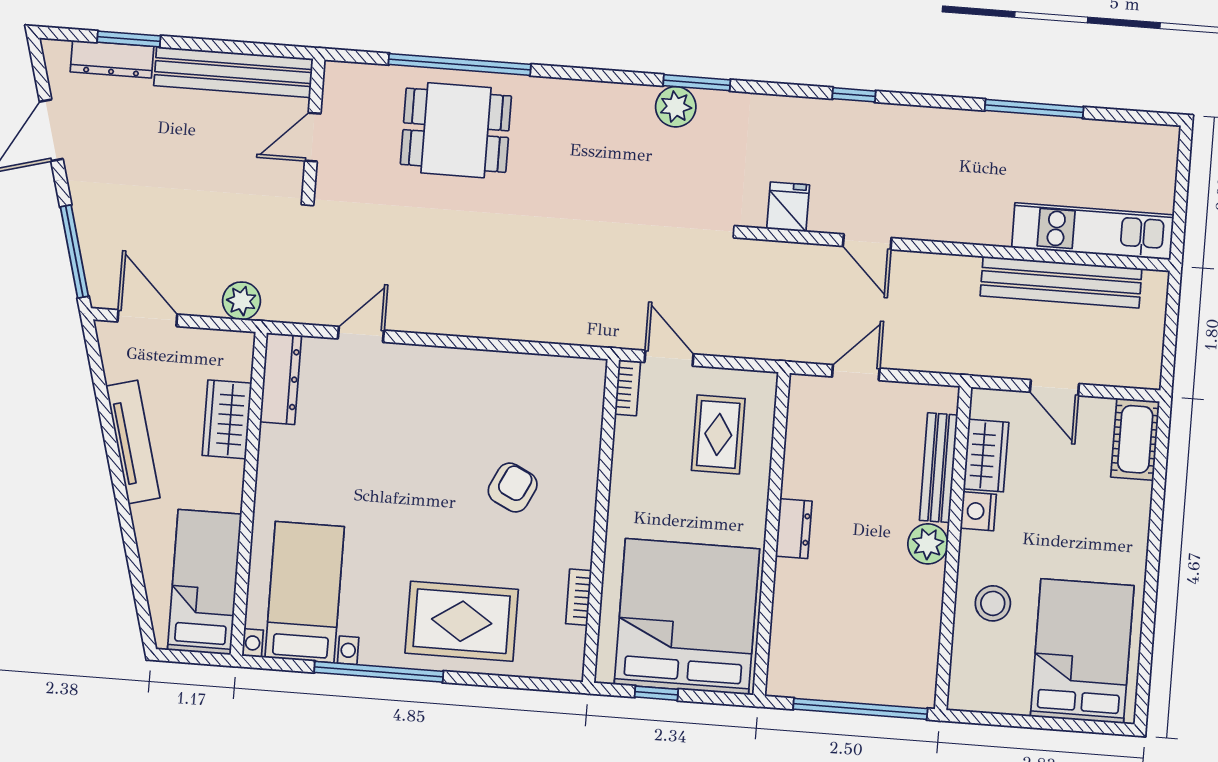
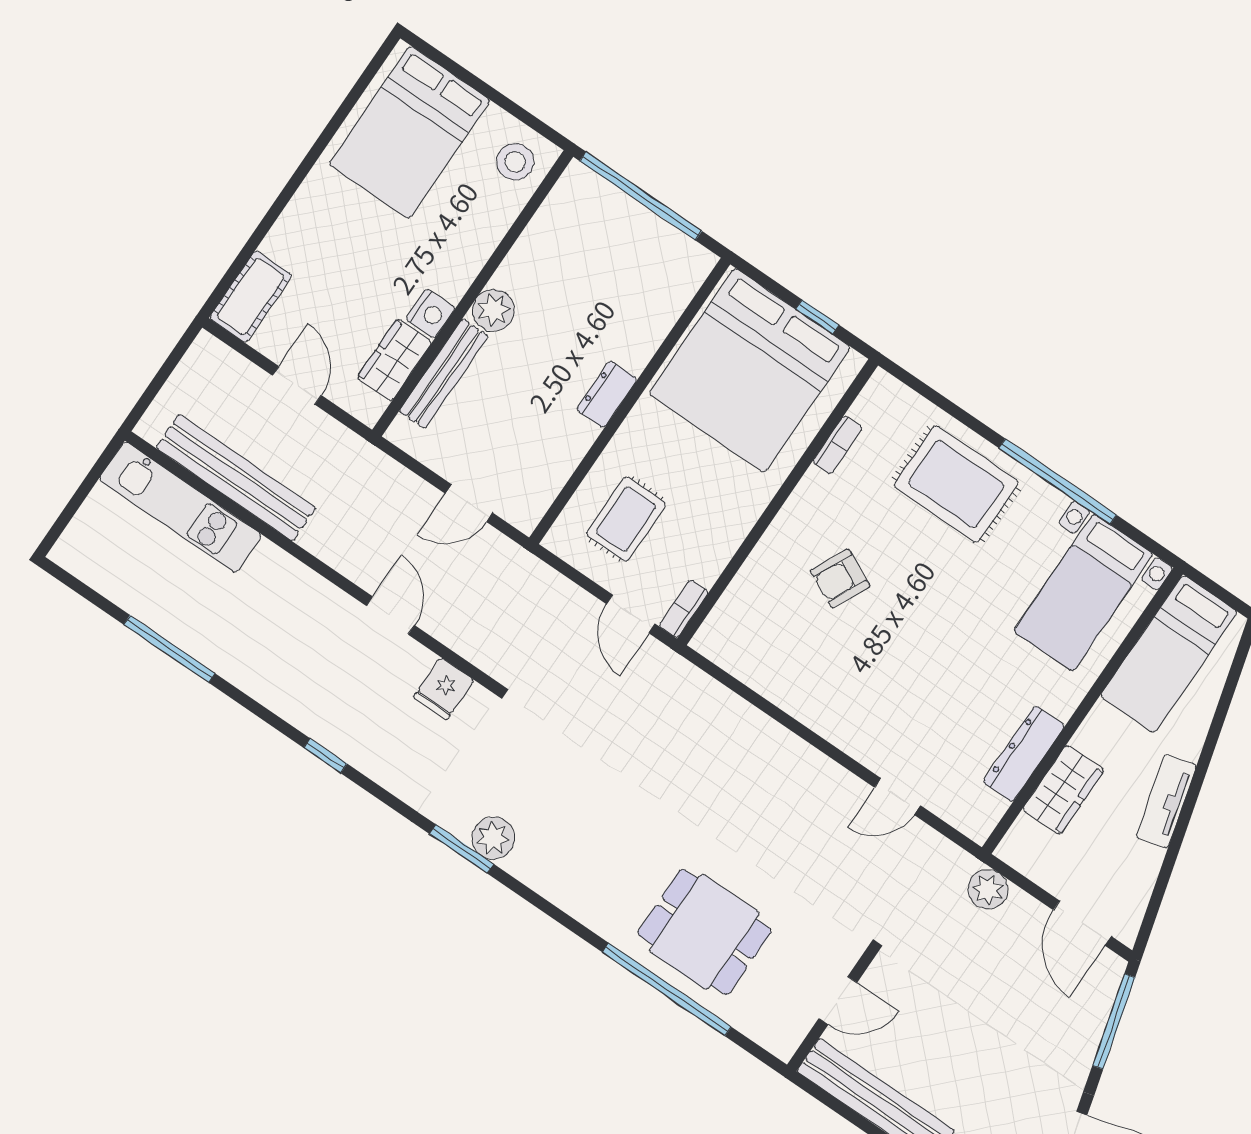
dresser: (281, 379) -> (1024, 754), moved
tv unit: (133, 442) -> (1166, 801), width x0.71
stool: (993, 603) -> (515, 162), moved

